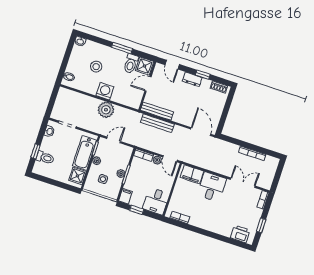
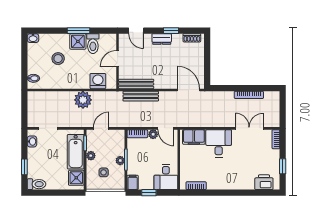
shower: (145, 66) -> (78, 41), moved
washing machine: (105, 91) -> (98, 81), moved
toilet: (45, 158) -> (37, 184), moved

